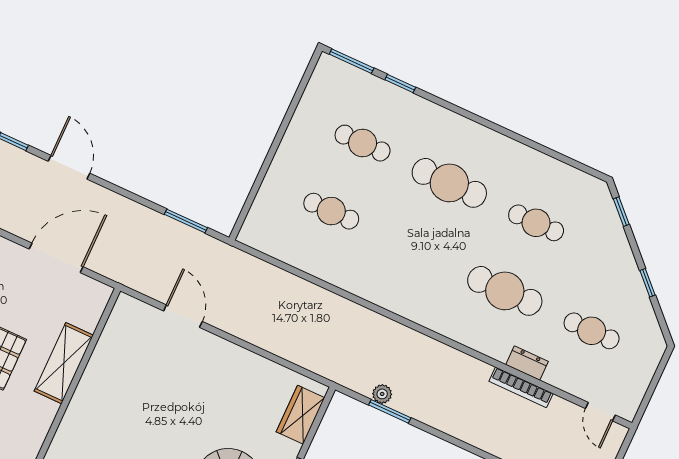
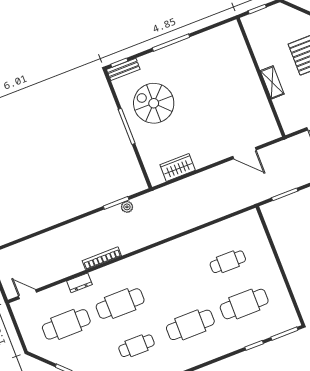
cafe table: (363, 143) -> (244, 304), width x1.37, depth x1.35
cafe table: (592, 331) -> (66, 324), width x1.37, depth x1.35
shelving: (64, 363) -> (272, 82), width x0.67, depth x0.75
bookcase: (521, 387) -> (102, 258), moved
wardrobe: (300, 415) -> (178, 168), moved, turned -90

